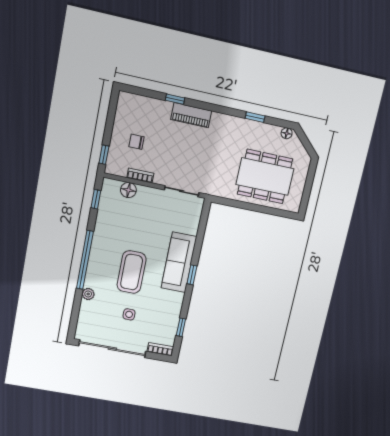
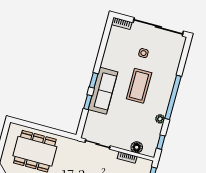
plant: (88, 294) -> (160, 119), moved
window: (181, 327) -> (88, 102), moved

